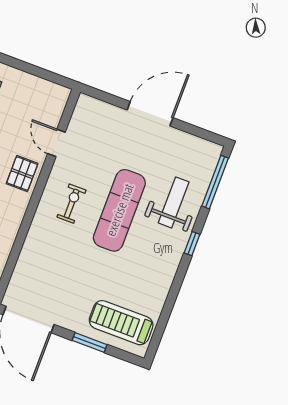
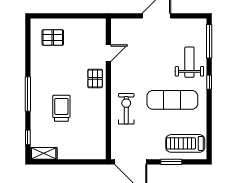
door: (56, 143) -> (108, 53), swing flipped
exercise bike: (72, 204) -> (126, 109), moved, width x1.38, depth x1.39
exercise mat: (119, 210) -> (172, 100), moved, turned 90

